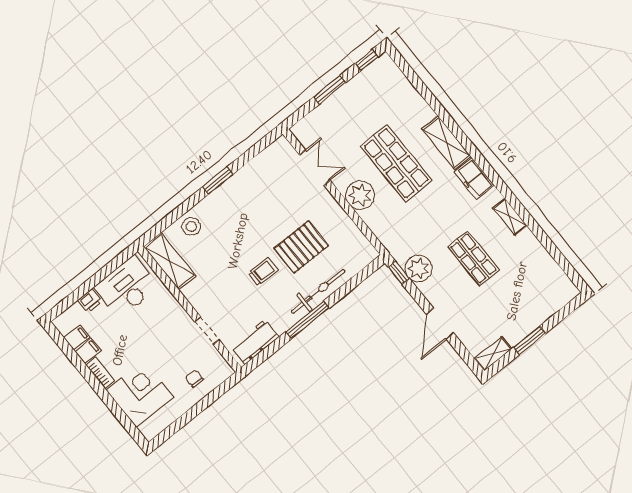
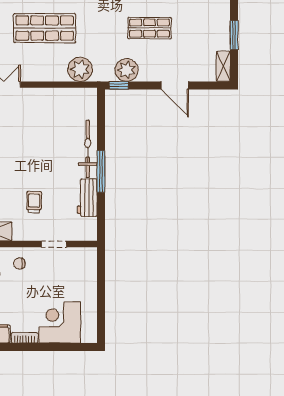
plant: (360, 195) -> (80, 69), moved
pallet: (301, 247) -> (49, 136), removed
trolley: (263, 272) -> (34, 202), moved
workbench: (255, 342) -> (87, 198), moved
chair: (194, 378) -> (19, 263), moved

